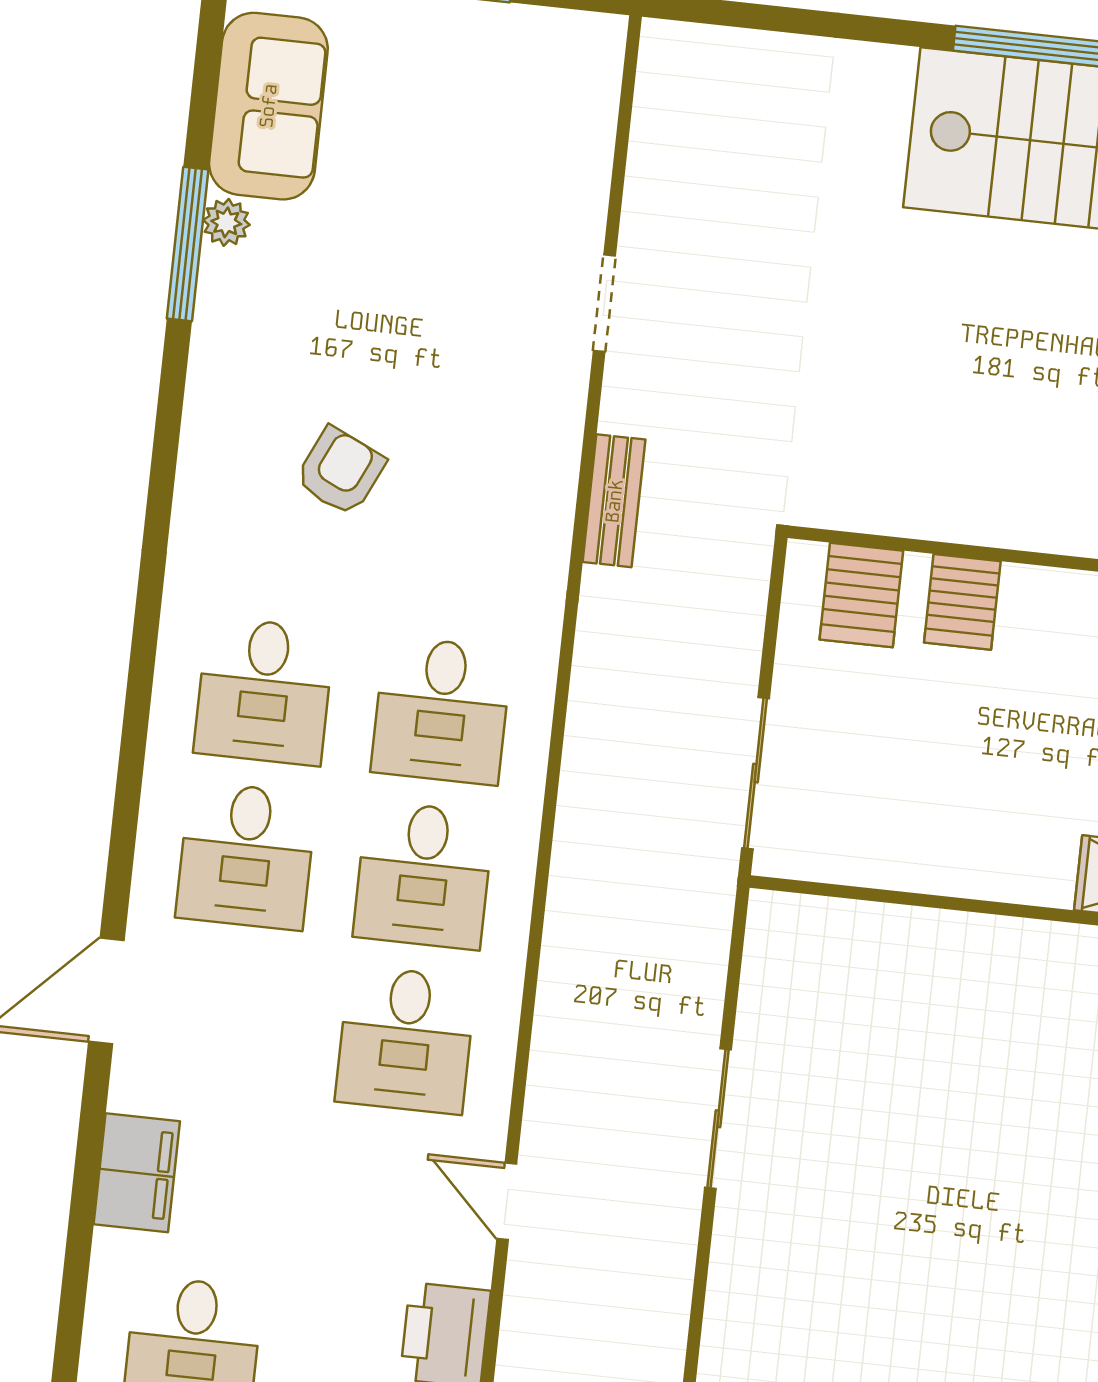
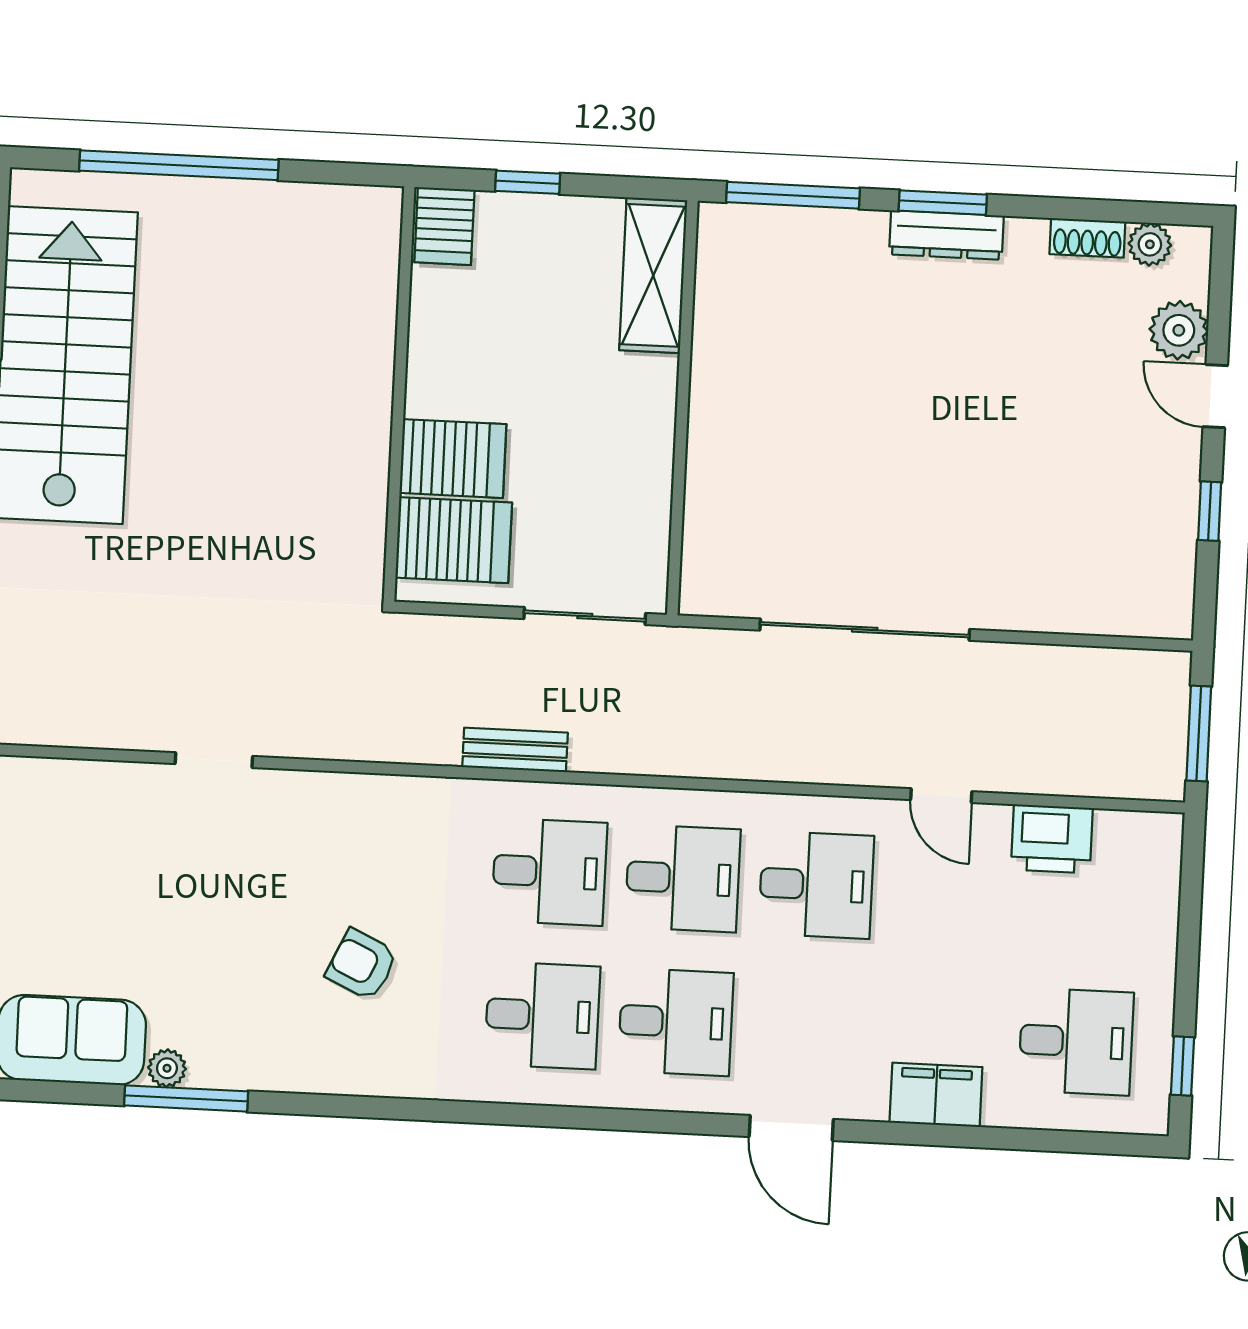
bench: (614, 501) -> (515, 750), moved
server rack: (861, 595) -> (454, 540), width x1.36, depth x1.44
server rack: (962, 602) -> (453, 459), width x1.36, depth x1.44
sliding door: (718, 1119) -> (865, 630), width x1.86
door: (507, 1201) -> (941, 796), hinge flipped

